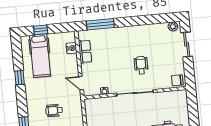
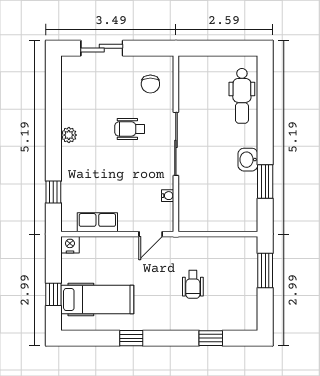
window: (100, 24) -> (53, 192), width x0.46
plant: (173, 26) -> (69, 135), moved
nightstand: (72, 48) -> (70, 245), moved
chair: (177, 80) -> (150, 84), moved

